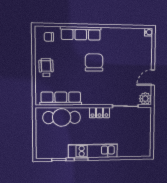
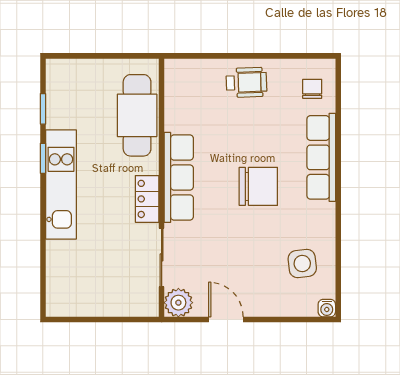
side table: (129, 43) -> (302, 264), added
row of seats: (61, 99) -> (179, 177), moved

